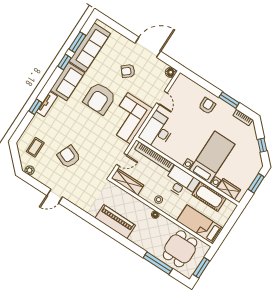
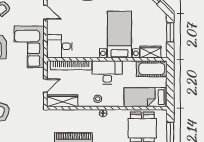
desk: (157, 131) -> (59, 46), width x0.73
cot: (209, 196) -> (152, 69), moved

